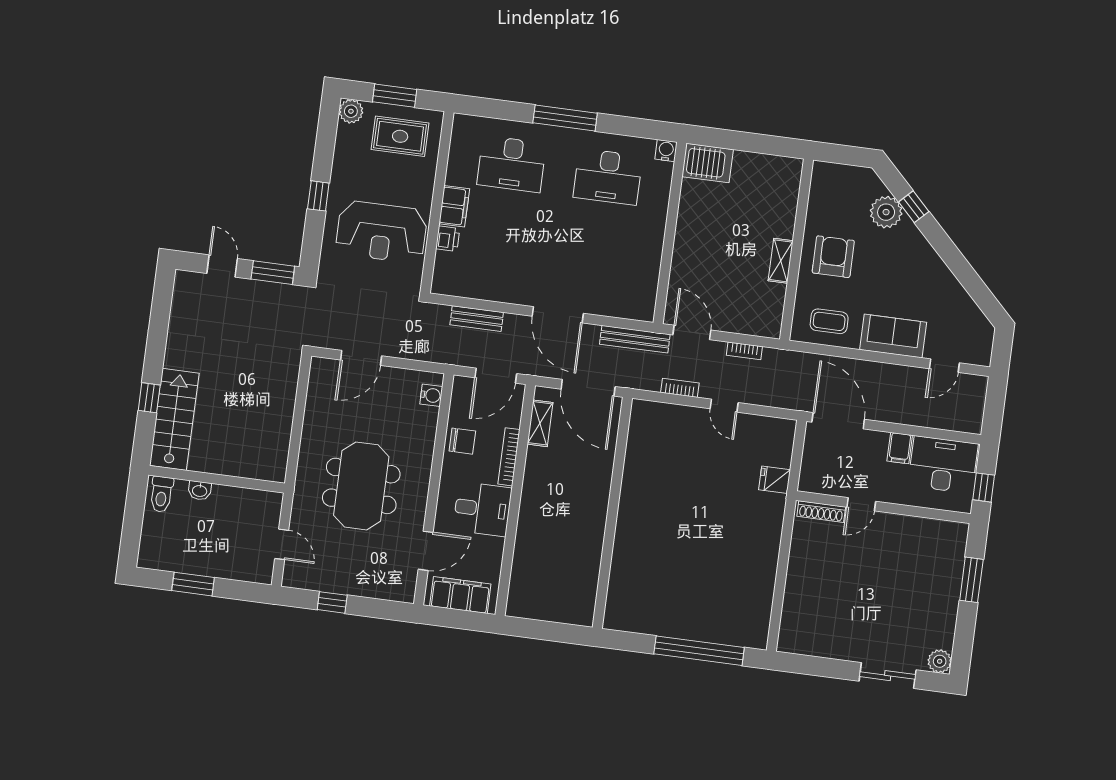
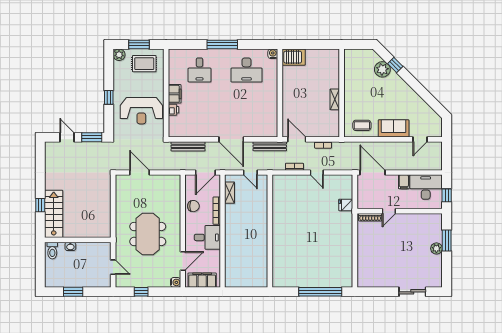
desk: (512, 164) -> (200, 70), width x0.73
armchair: (833, 257) -> (360, 94), removed
bench: (477, 319) -> (188, 146), width x1.36
door: (361, 358) -> (140, 173), swing flipped
door: (588, 388) -> (250, 173), width x0.53
water cooler: (431, 395) -> (176, 282), moved
plant: (940, 661) -> (436, 248), moved

